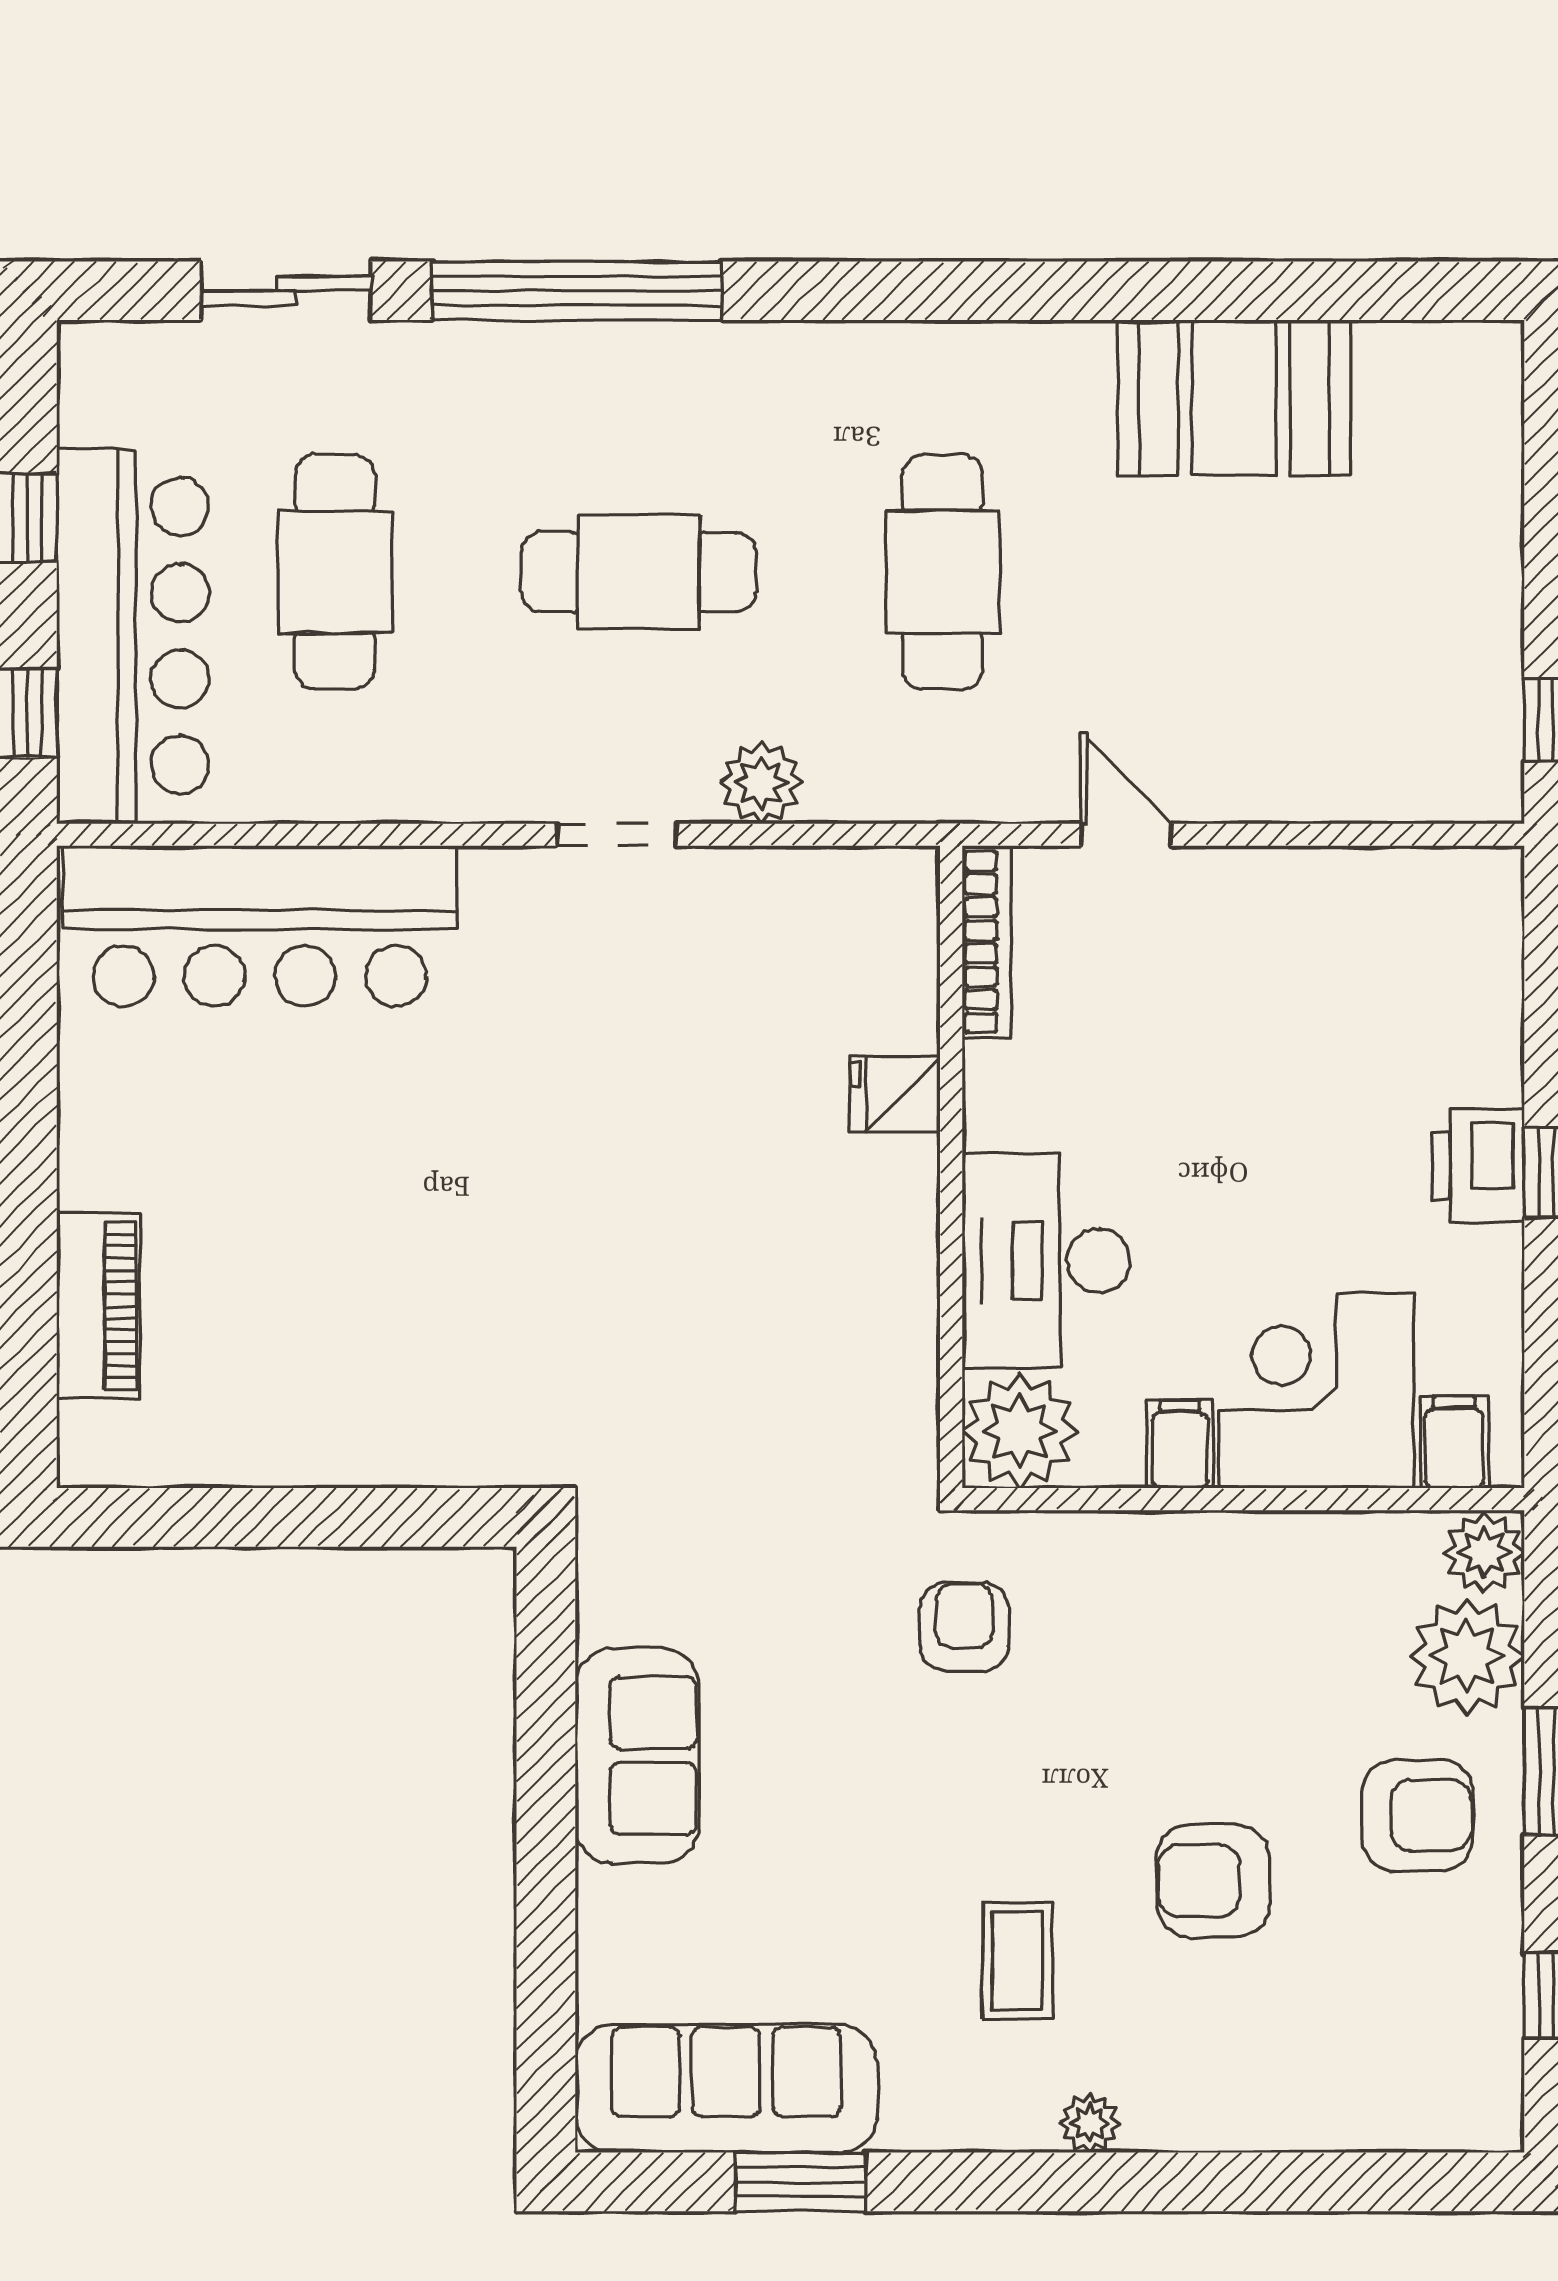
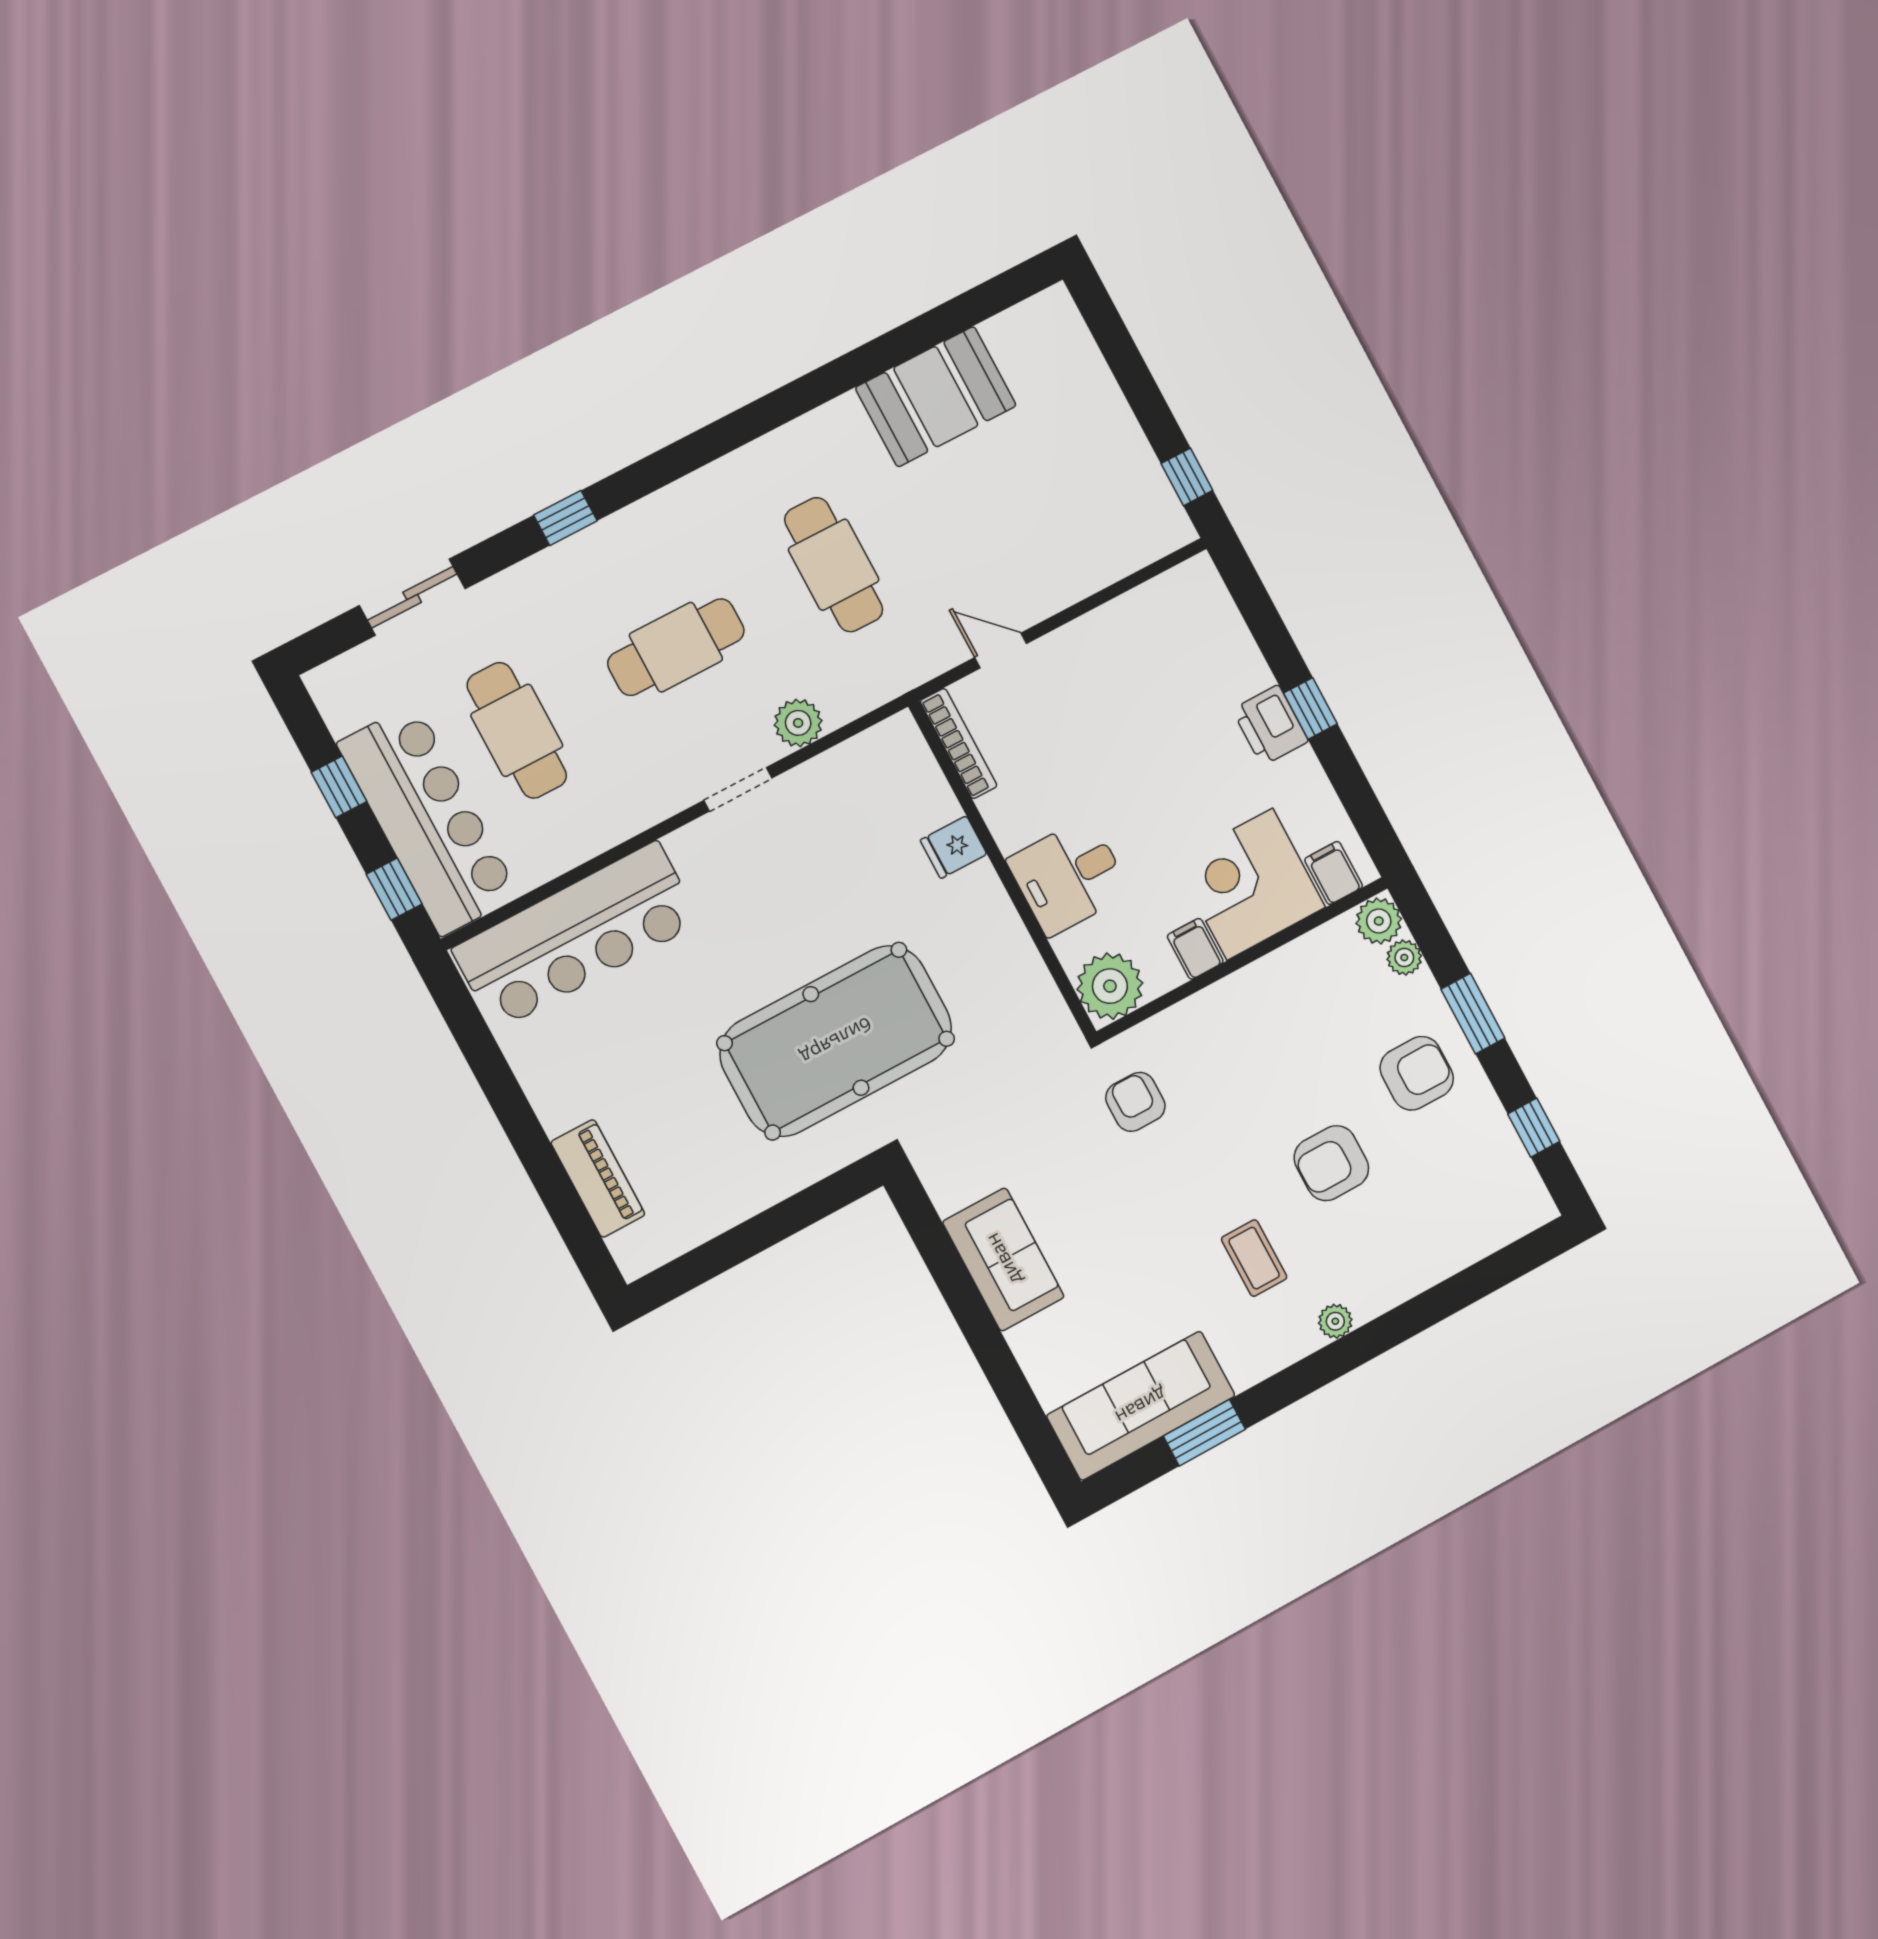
window: (577, 291) -> (565, 518), width x0.32
desk: (1046, 1261) -> (1069, 876), width x0.73
pool table: (562, 1291) -> (836, 1041), added
plant: (1467, 1656) -> (1404, 957), width x0.53, depth x0.53

